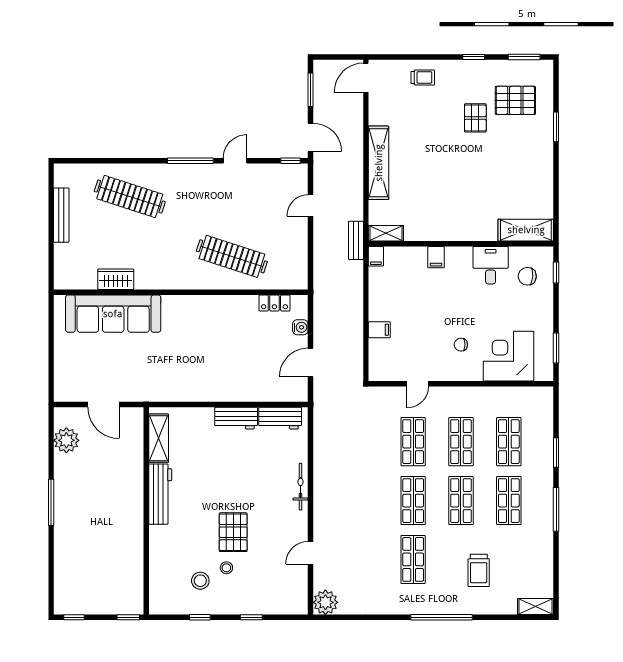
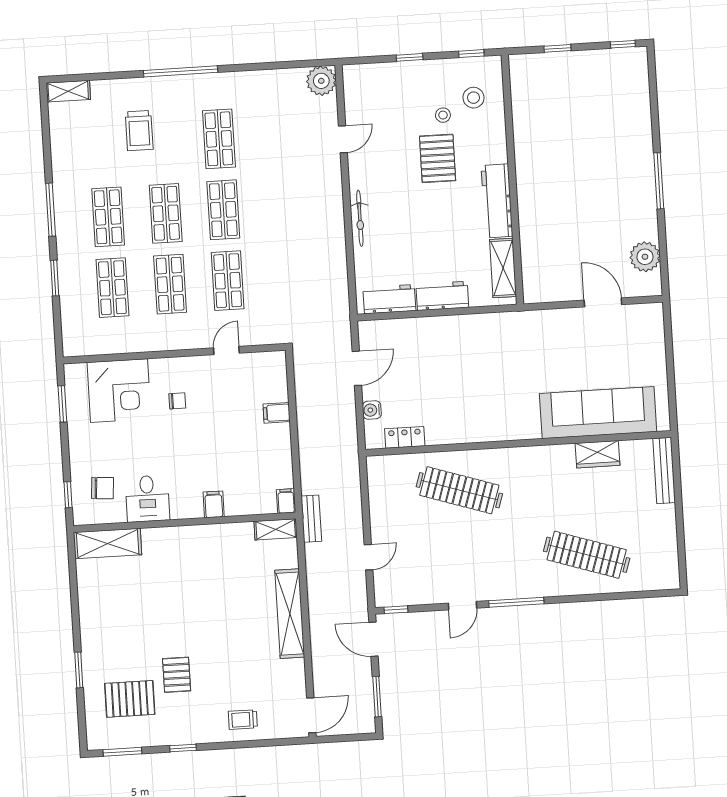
bench: (61, 215) -> (664, 471), moved
shelving: (159, 438) -> (503, 268), moved
workbench: (160, 494) -> (497, 201), moved
wall: (146, 511) -> (512, 180), moved
trolley: (479, 570) -> (139, 131), turned 180

